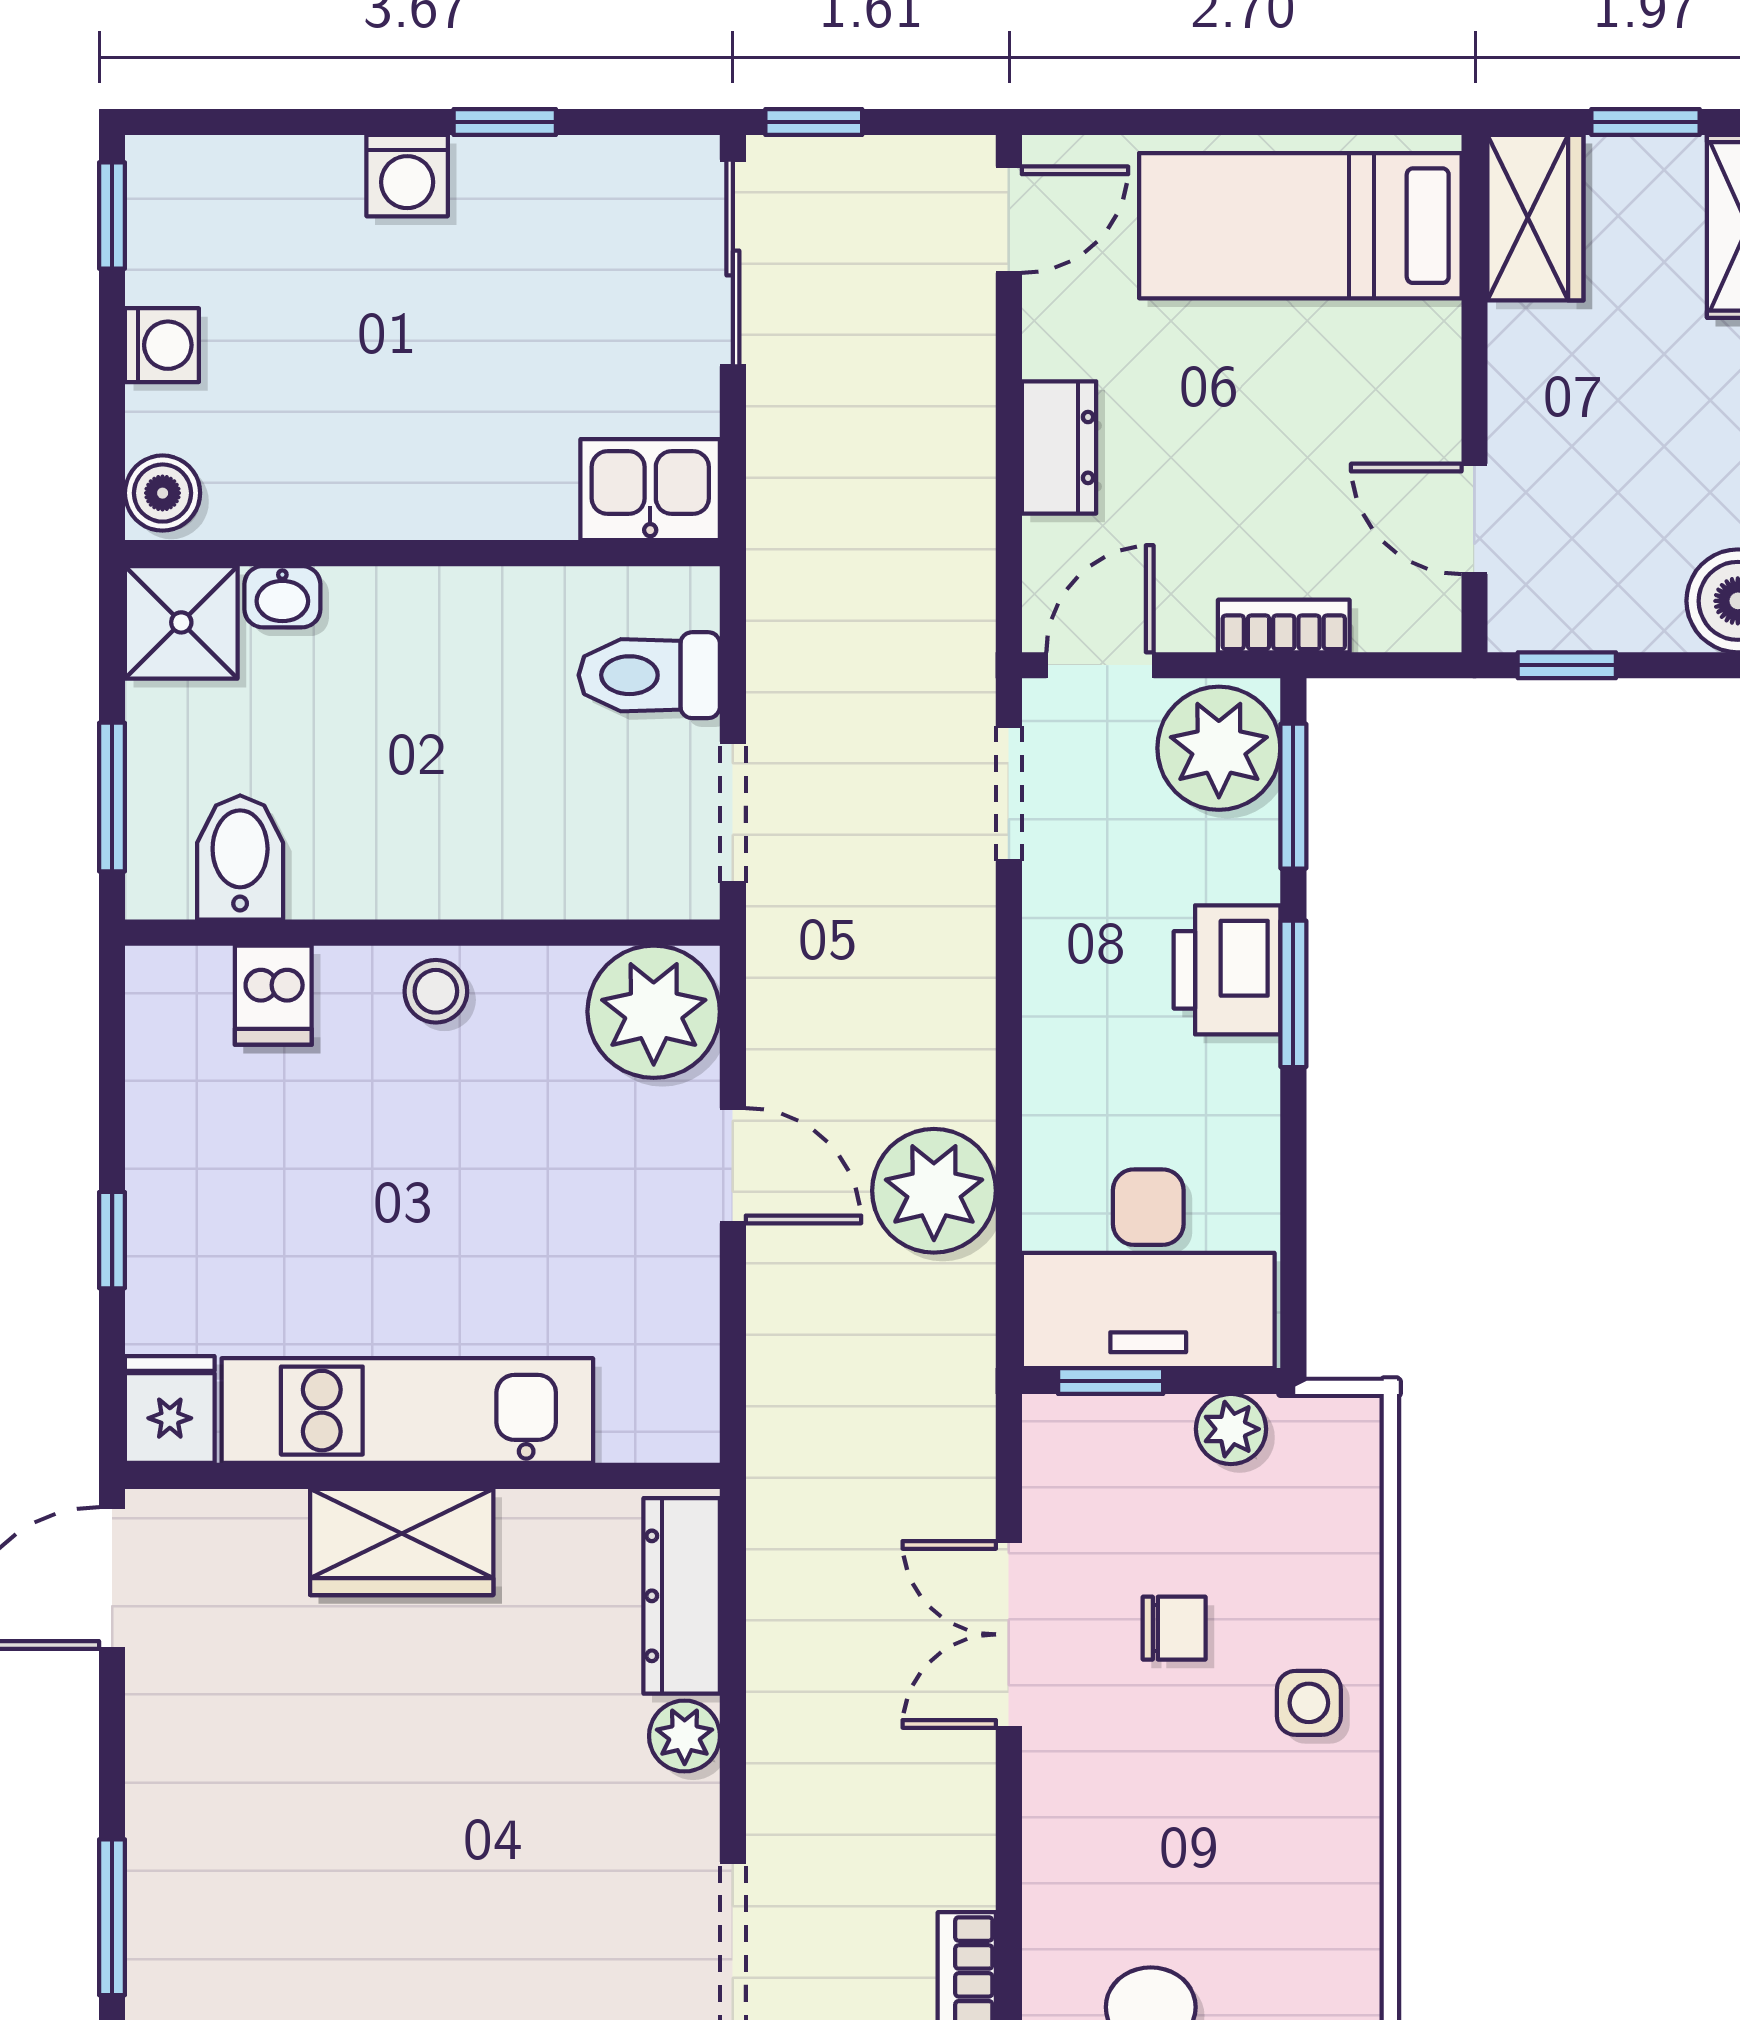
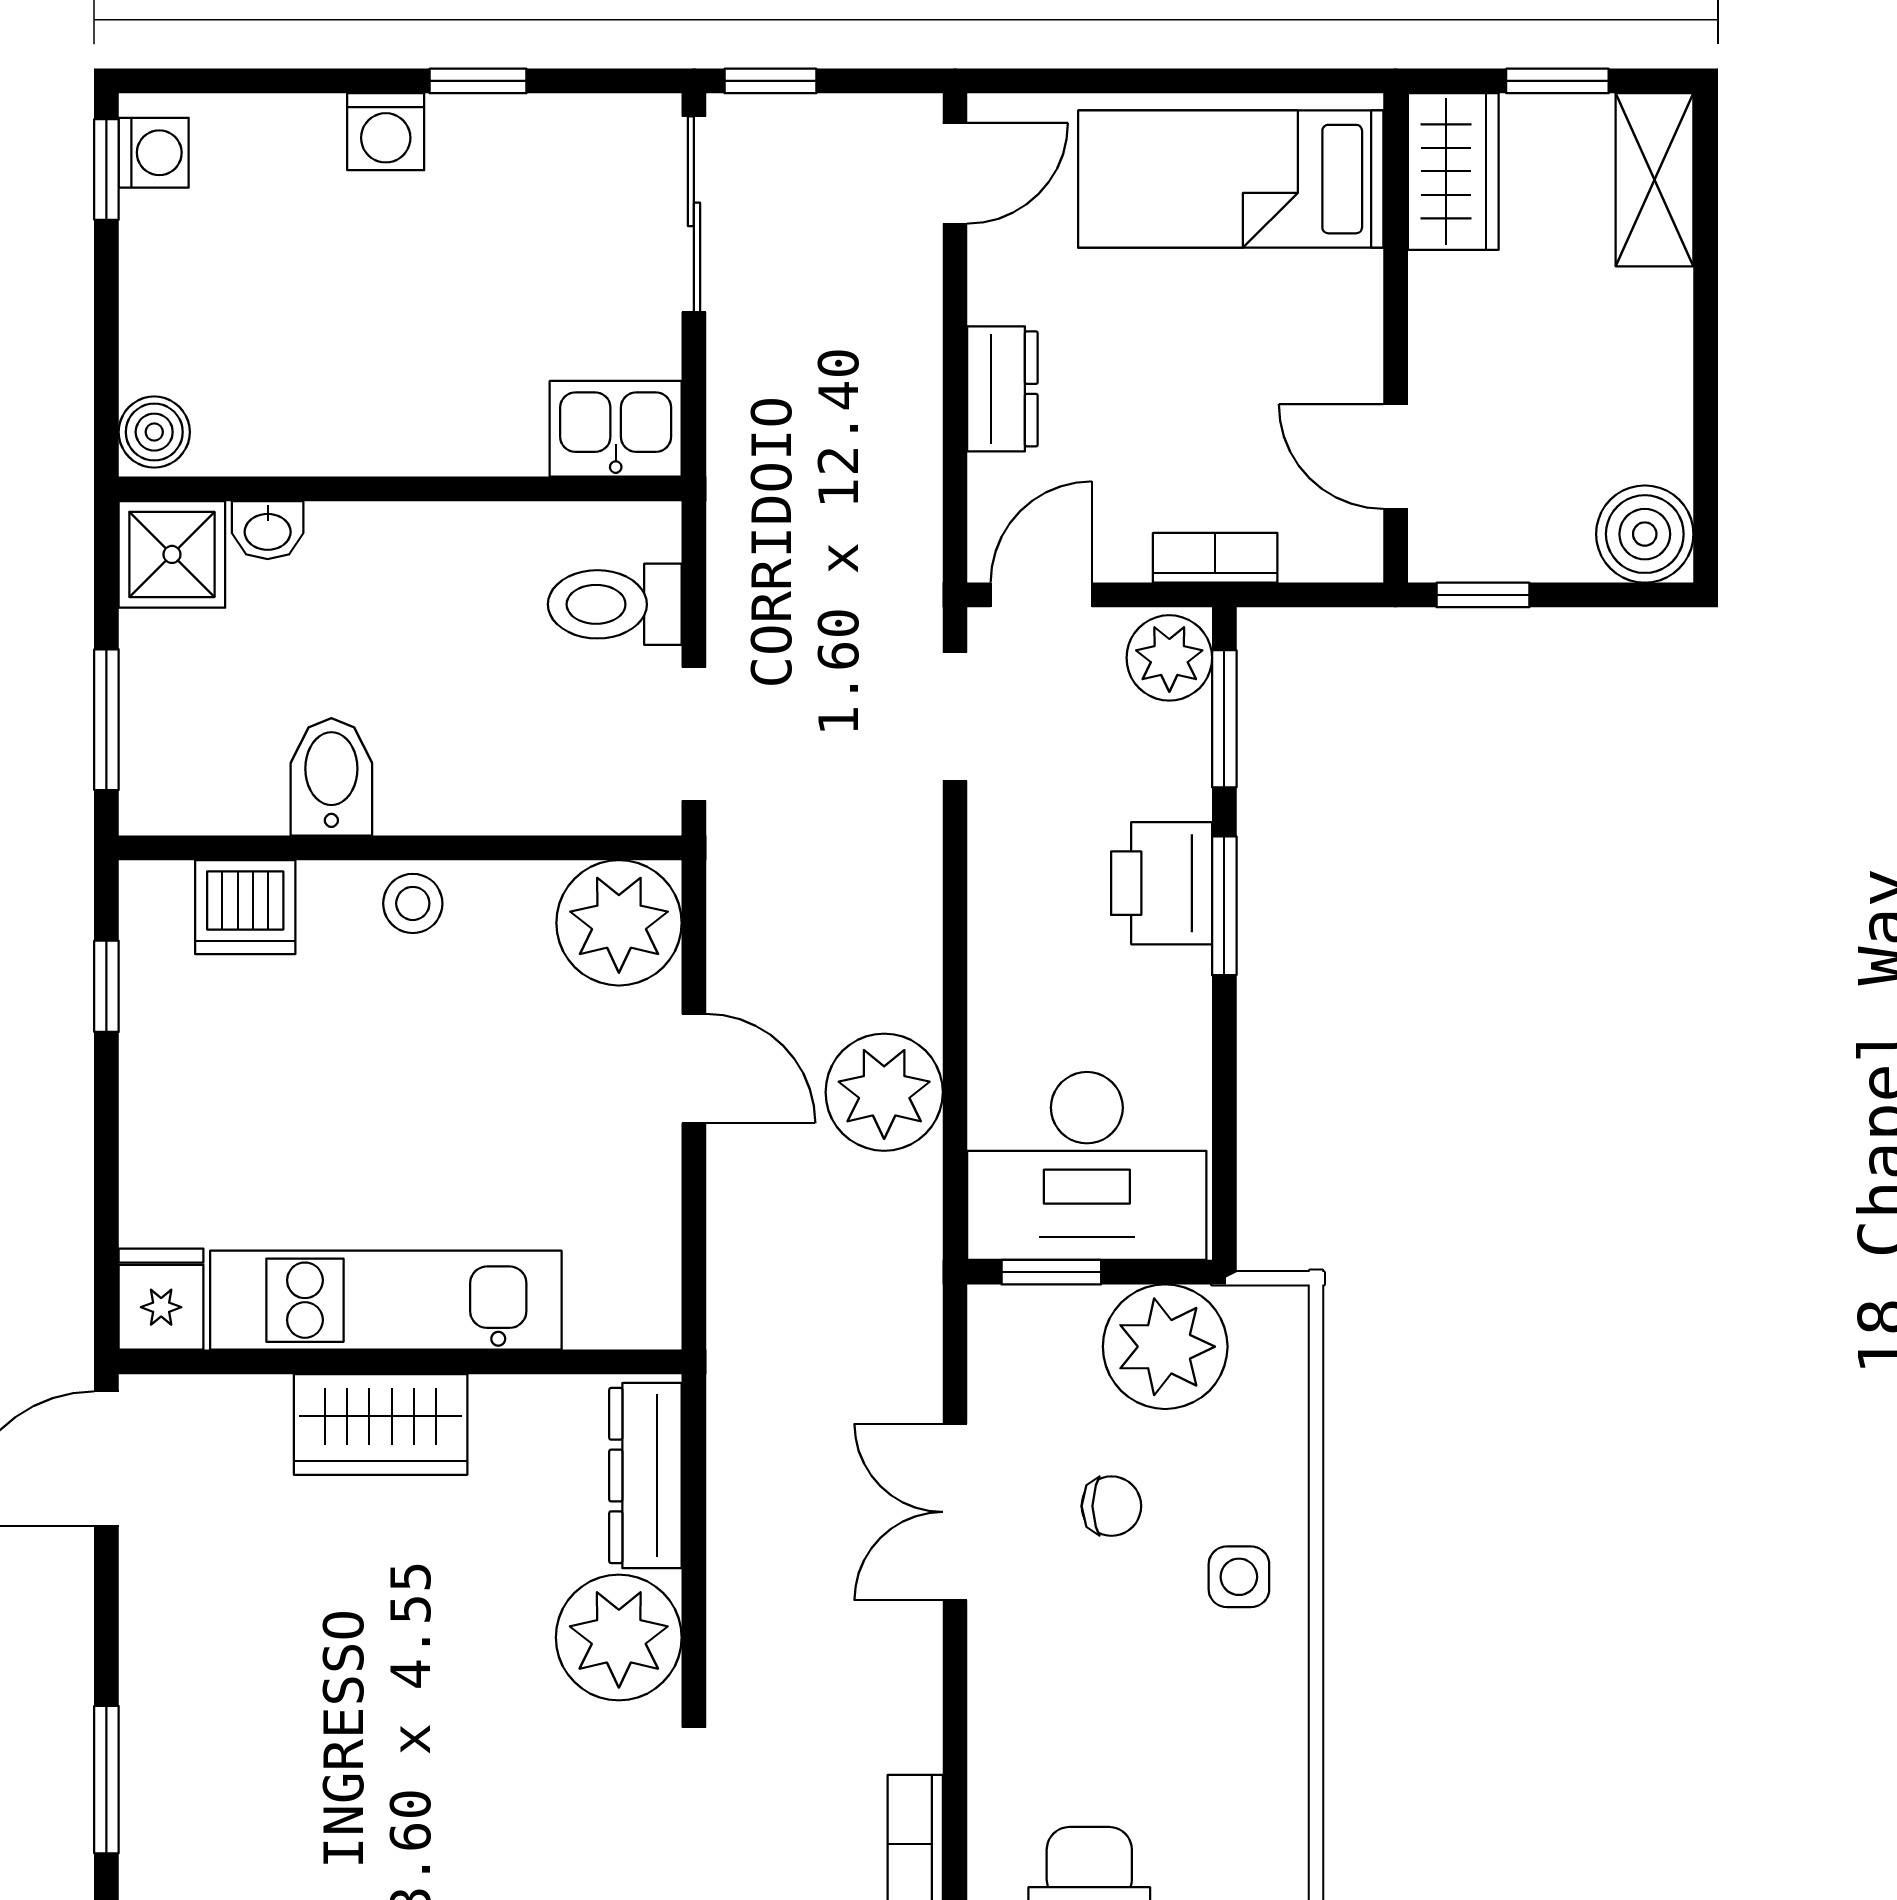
washing machine: (162, 345) -> (154, 153), moved
plant: (1219, 748) -> (1169, 658), width x0.73, depth x0.73
bidet: (240, 858) -> (331, 777), moved
dishwasher: (273, 995) -> (245, 907), width x1.38
window: (112, 1240) -> (106, 986), moved
plant: (1231, 1429) -> (1165, 1347), width x1.87, depth x1.87
plant: (685, 1736) -> (619, 1637), width x1.88, depth x1.88

